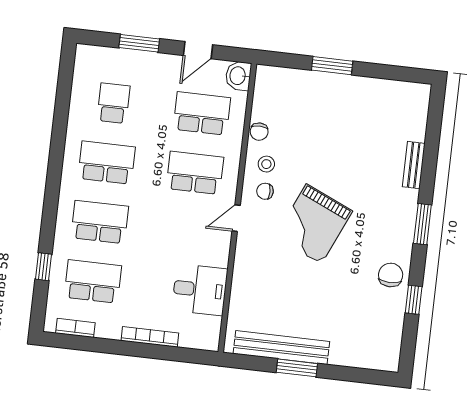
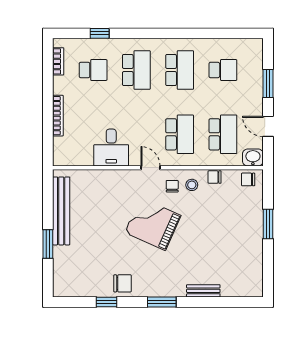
chair: (268, 86) -> (248, 179), added
school desk: (93, 281) -> (93, 70), width x0.54
desk: (200, 290) -> (111, 148), moved
window: (297, 368) -> (48, 244), moved

